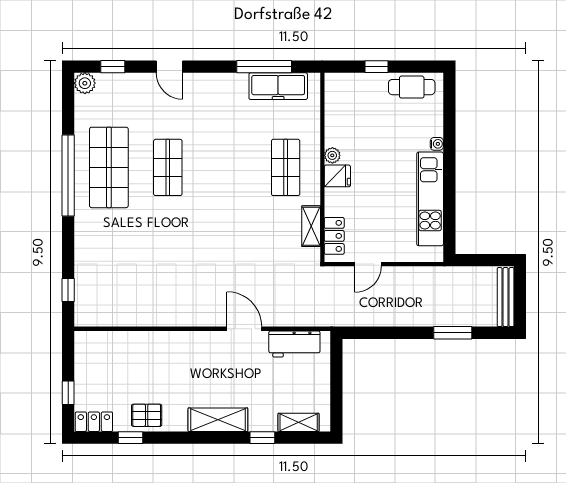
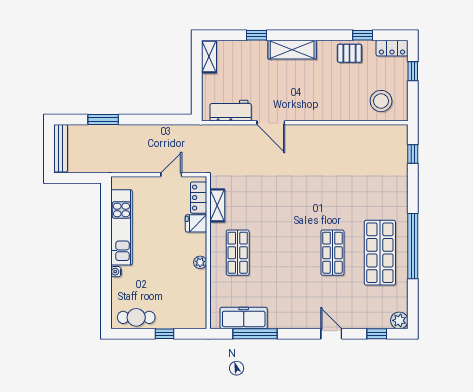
fridge: (337, 176) -> (196, 223), moved
stool: (108, 356) -> (381, 101), added
shelving: (299, 422) -> (209, 57), moved, turned 90

